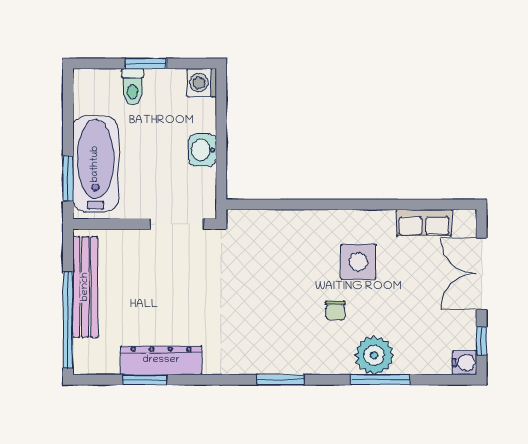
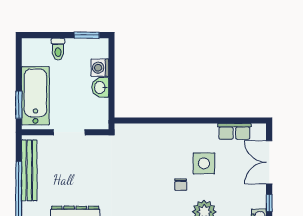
window: (146, 63) -> (87, 35), moved
washing machine: (202, 83) -> (100, 68), moved
doorway: (177, 224) -> (69, 132), moved
side table: (358, 262) -> (204, 163), moved

